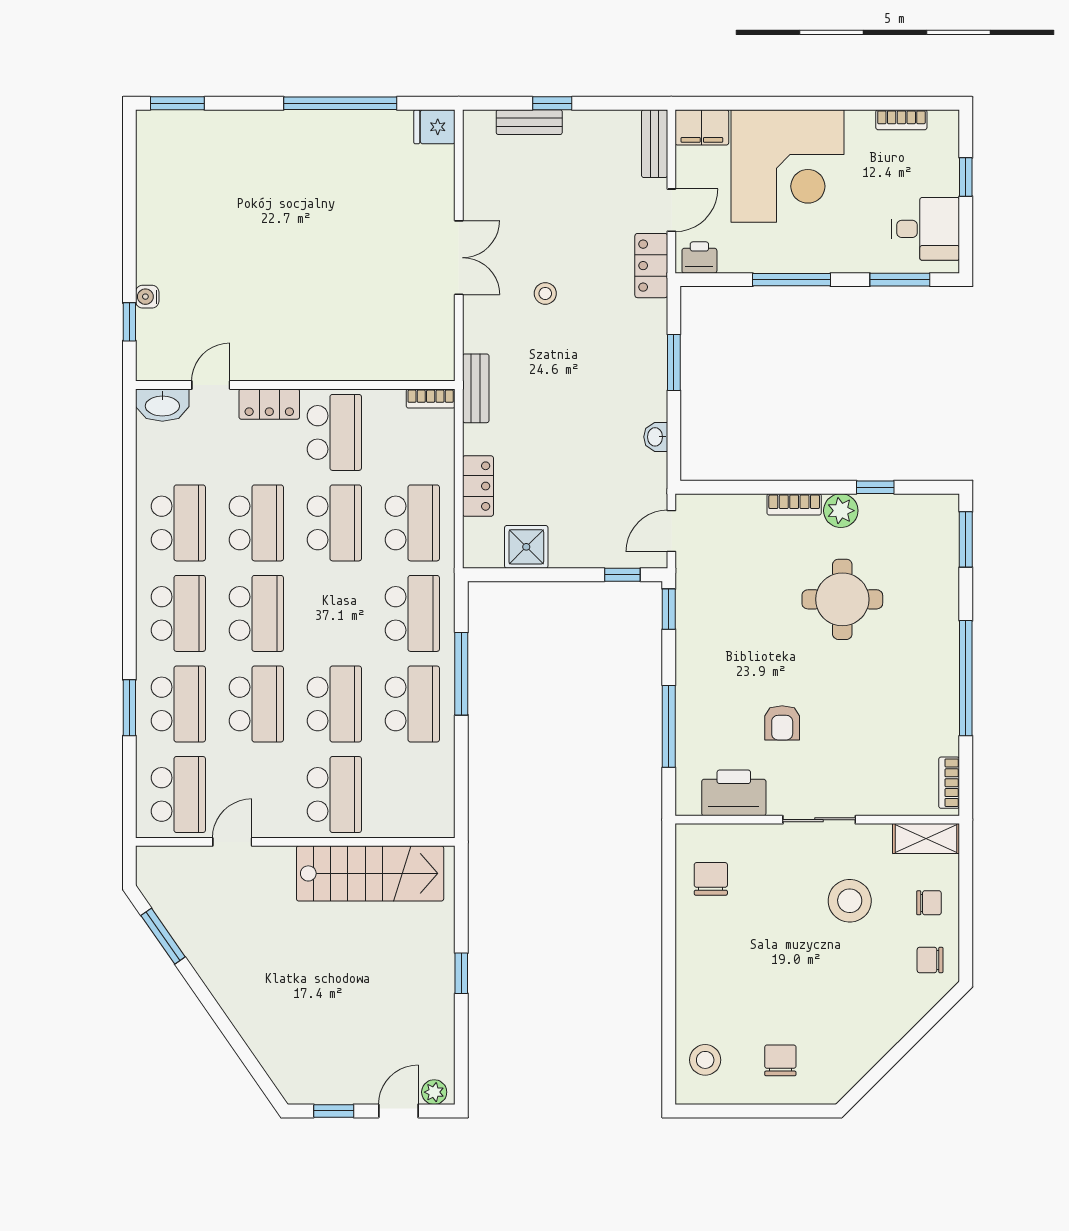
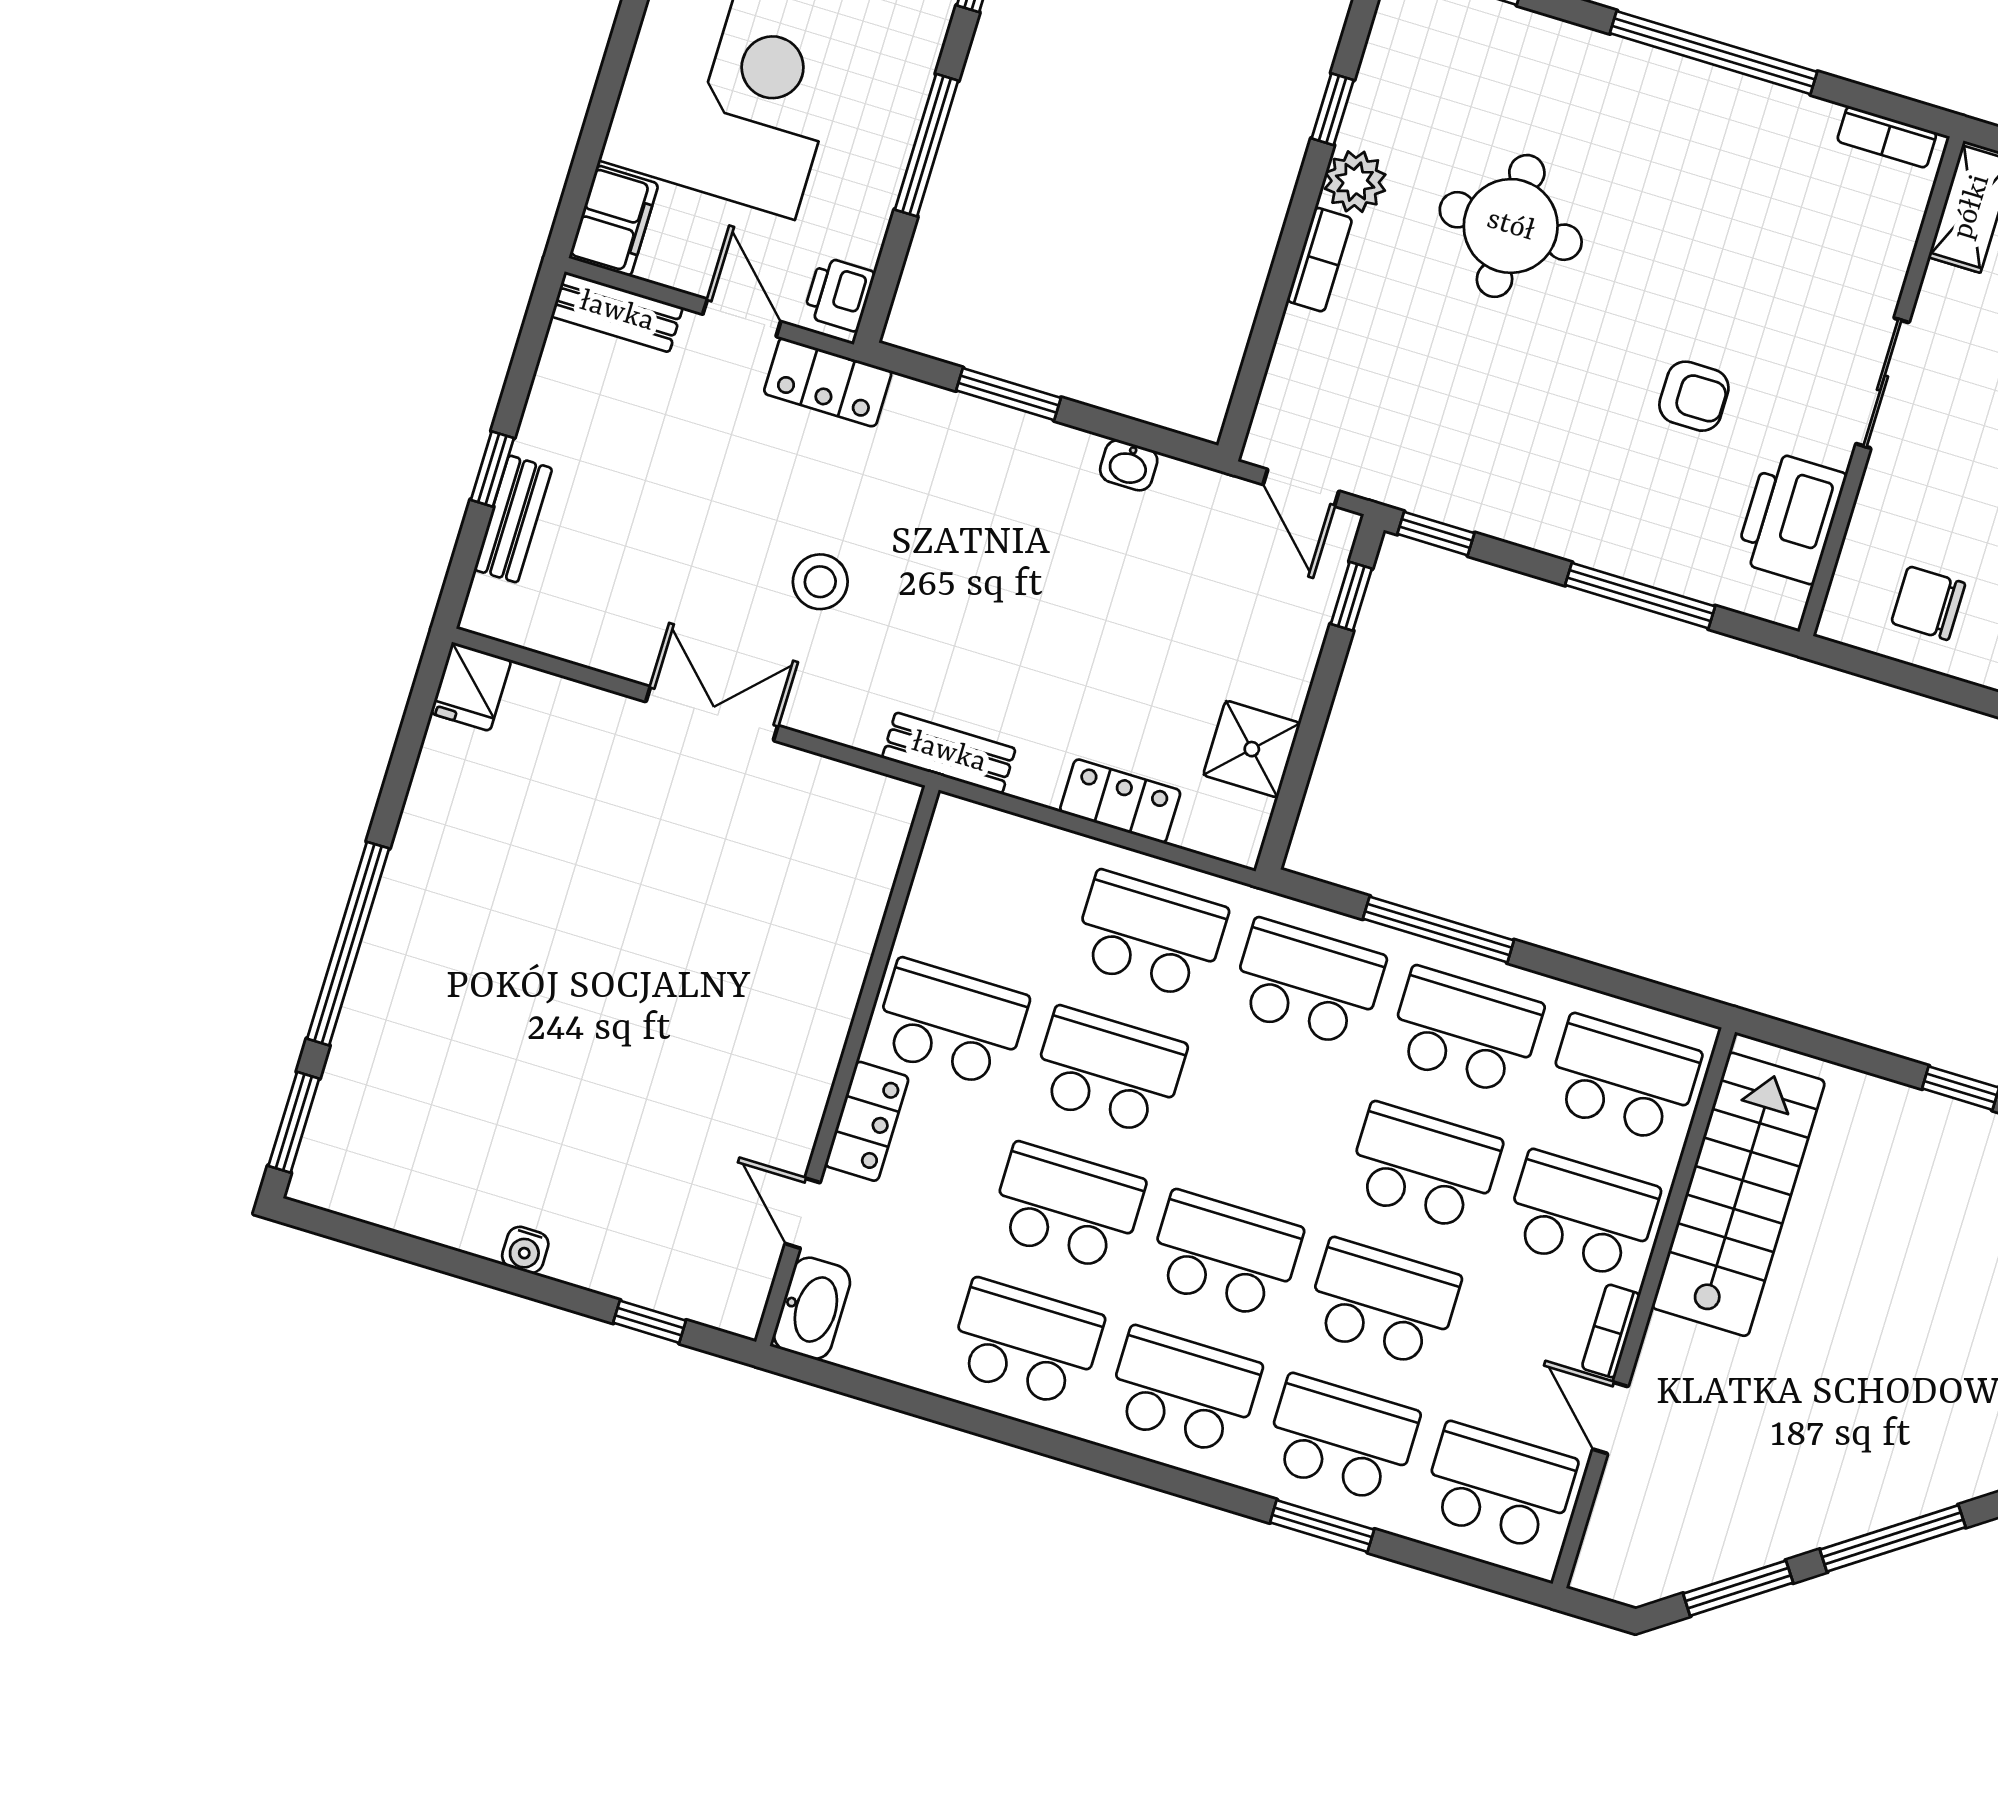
window: (340, 103) -> (348, 944), moved
stool: (545, 293) -> (820, 582), width x1.37, depth x1.37
water cooler: (147, 297) -> (525, 1250), moved
bookcase: (431, 399) -> (1611, 1331), moved, turned 180
school desk: (412, 794) -> (1623, 1079), added
window: (214, 1009) -> (1893, 1538), added

